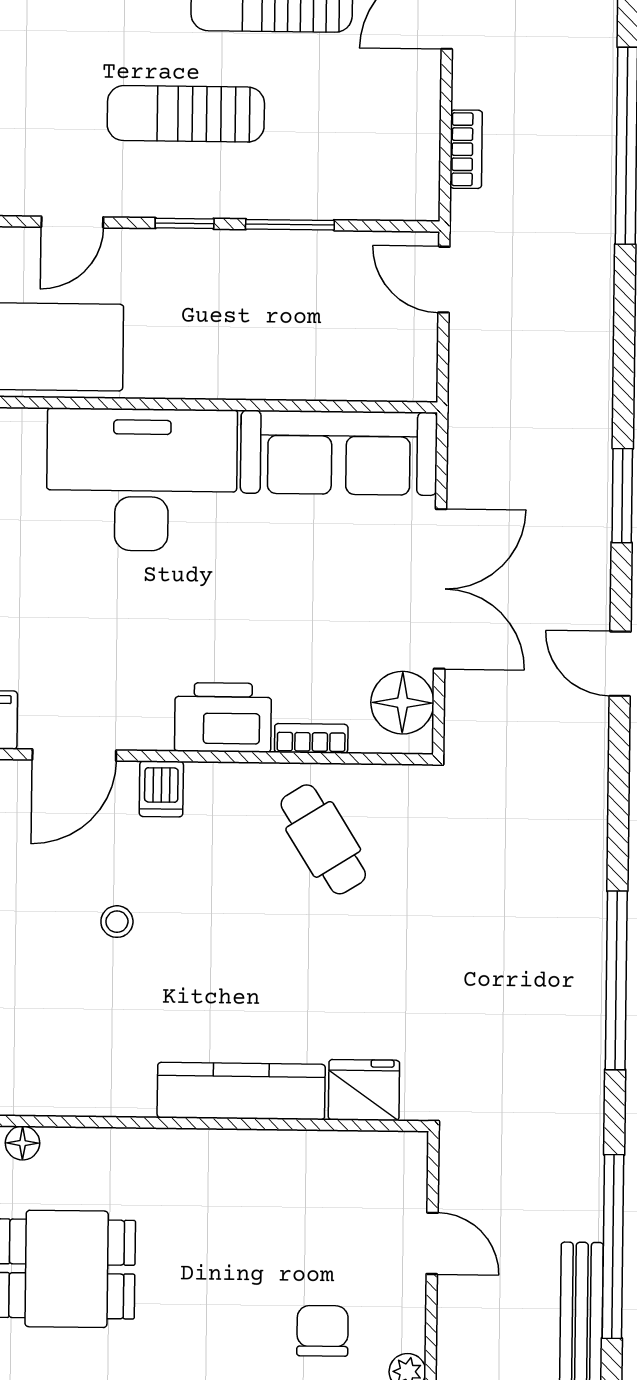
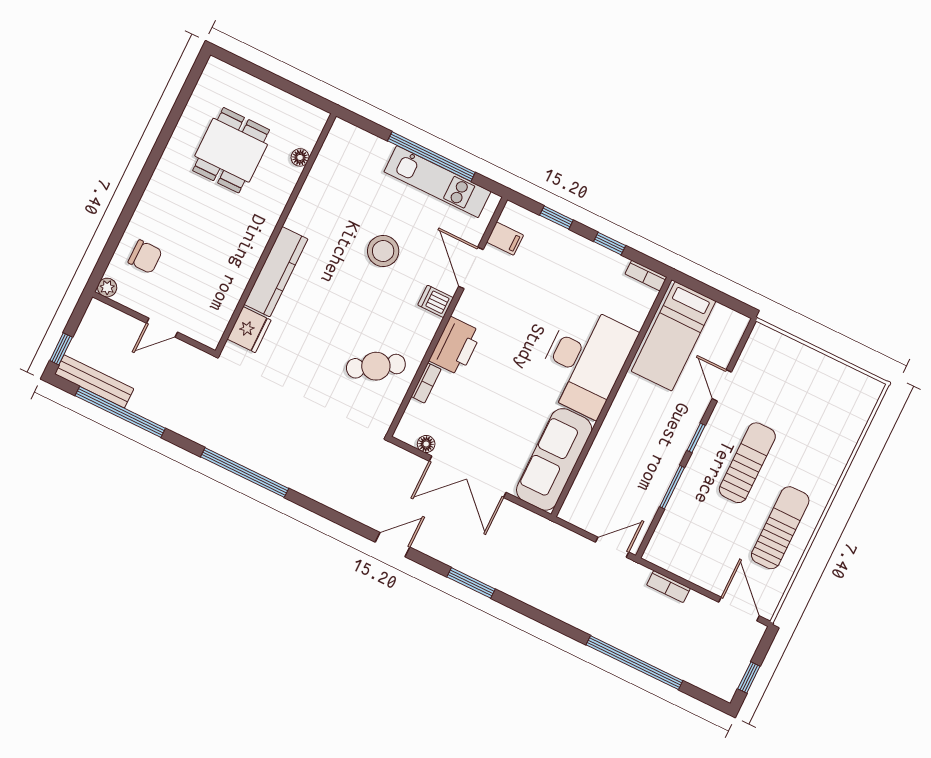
floor lamp: (402, 703) -> (426, 444), width x0.53, depth x0.53
stool: (117, 922) -> (383, 251), width x1.89, depth x1.89

